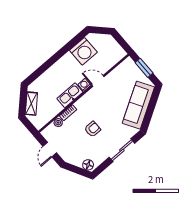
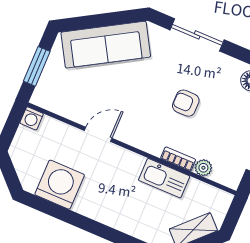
door: (98, 81) -> (98, 134), swing flipped
washing machine: (84, 85) -> (32, 118), moved
kitchen sink: (70, 95) -> (164, 178), moved

